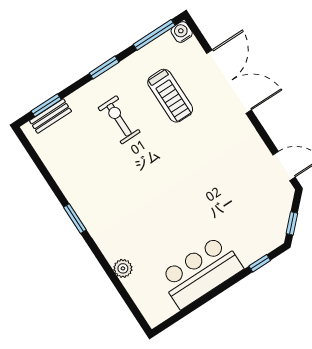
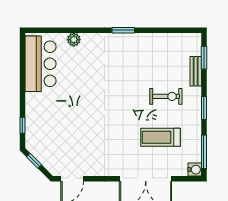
bench: (50, 116) -> (196, 71), moved
bar counter: (201, 272) -> (40, 64), moved

